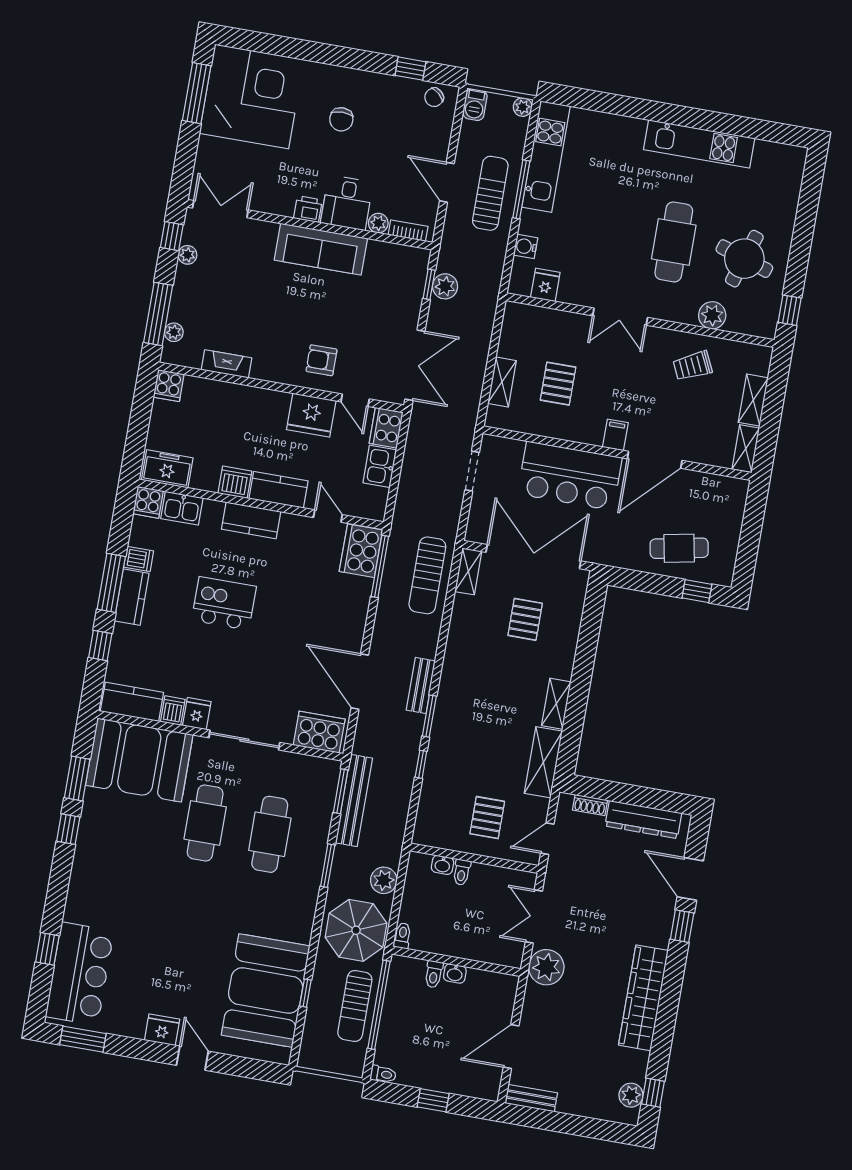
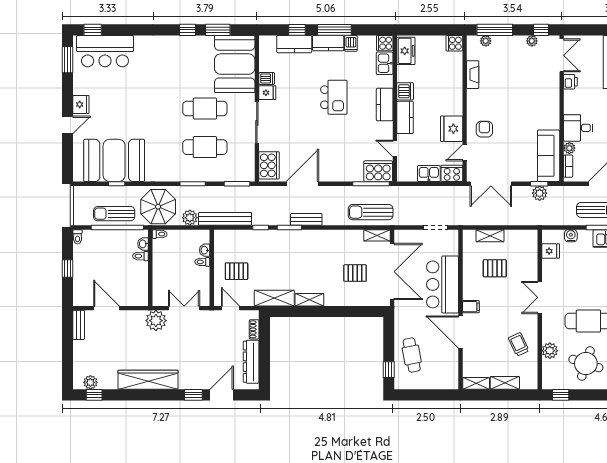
printer: (308, 209) -> (570, 82), moved
sofa: (321, 249) -> (549, 156), moved
door: (328, 516) -> (395, 148), swing flipped
kitchen counter: (132, 702) -> (294, 44), moved, turned 90
bench: (354, 800) -> (225, 219), moved
window: (47, 949) -> (93, 30), moved
washbasin: (455, 974) -> (143, 244), moved

